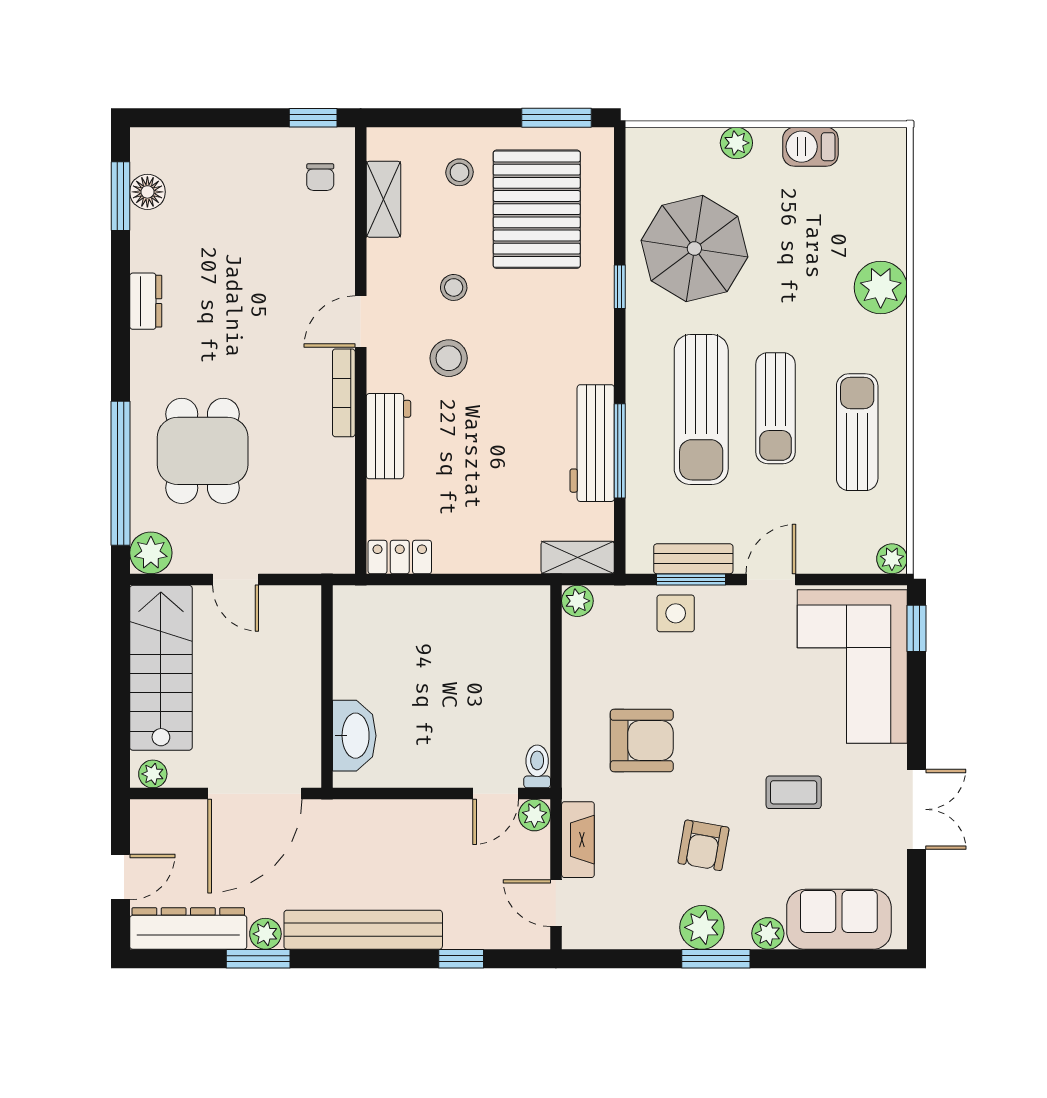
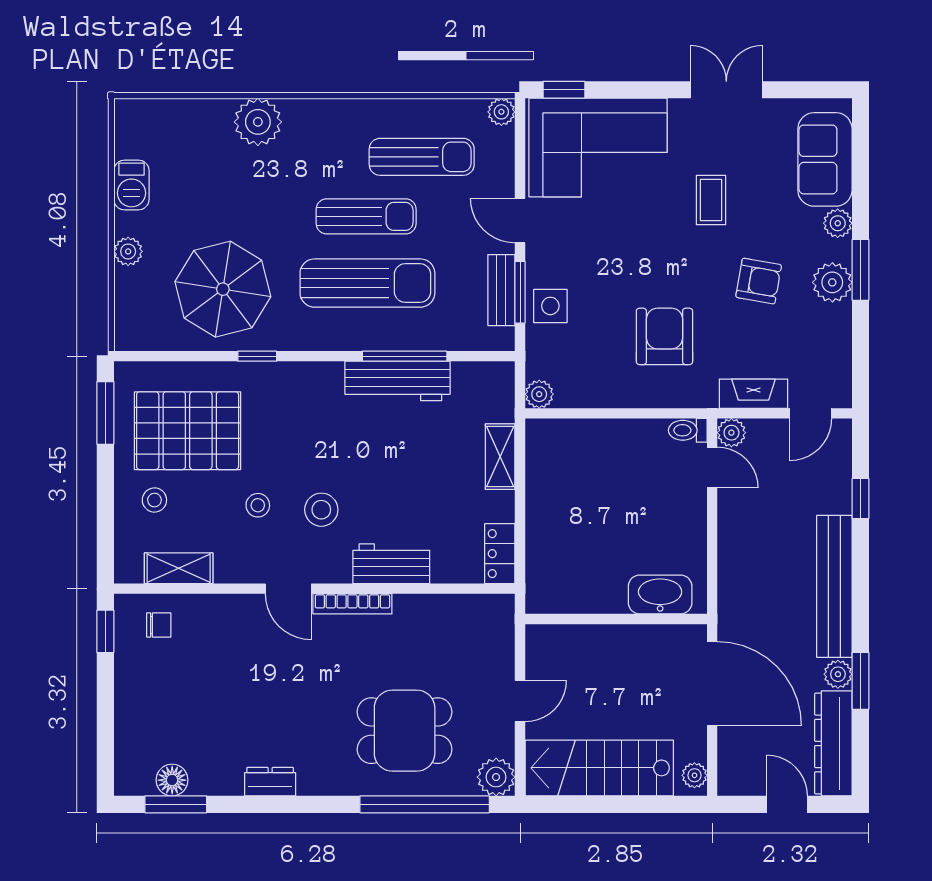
sun lounger: (857, 432) -> (422, 157), moved, turned 180
shelving: (578, 557) -> (500, 457), moved

